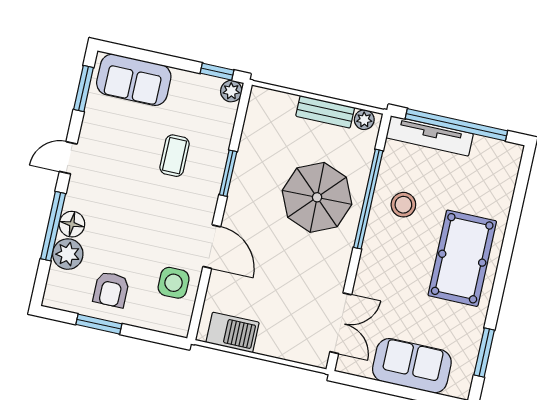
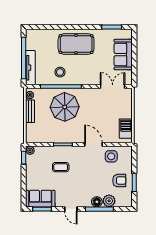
sofa: (134, 80) -> (40, 199), moved, turned -90
door: (212, 247) -> (93, 144), hinge flipped

